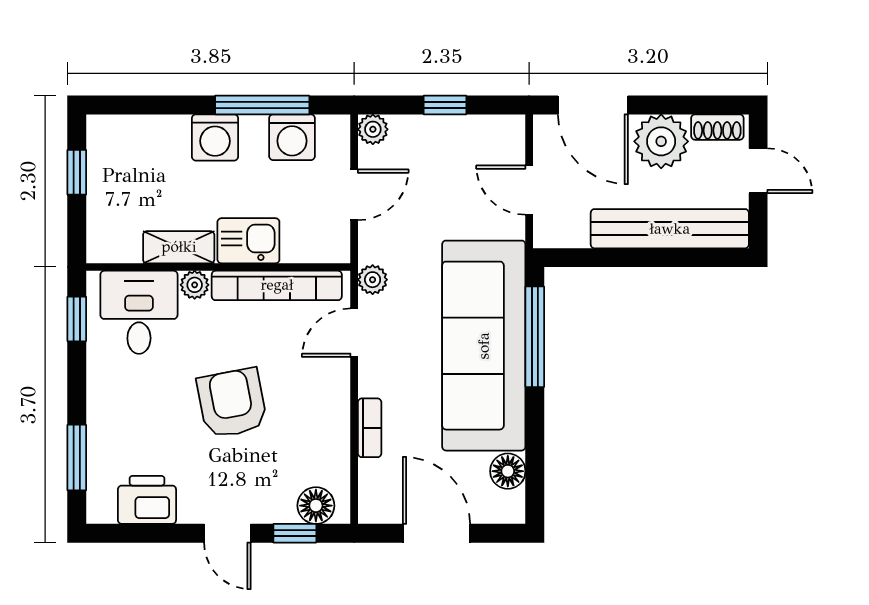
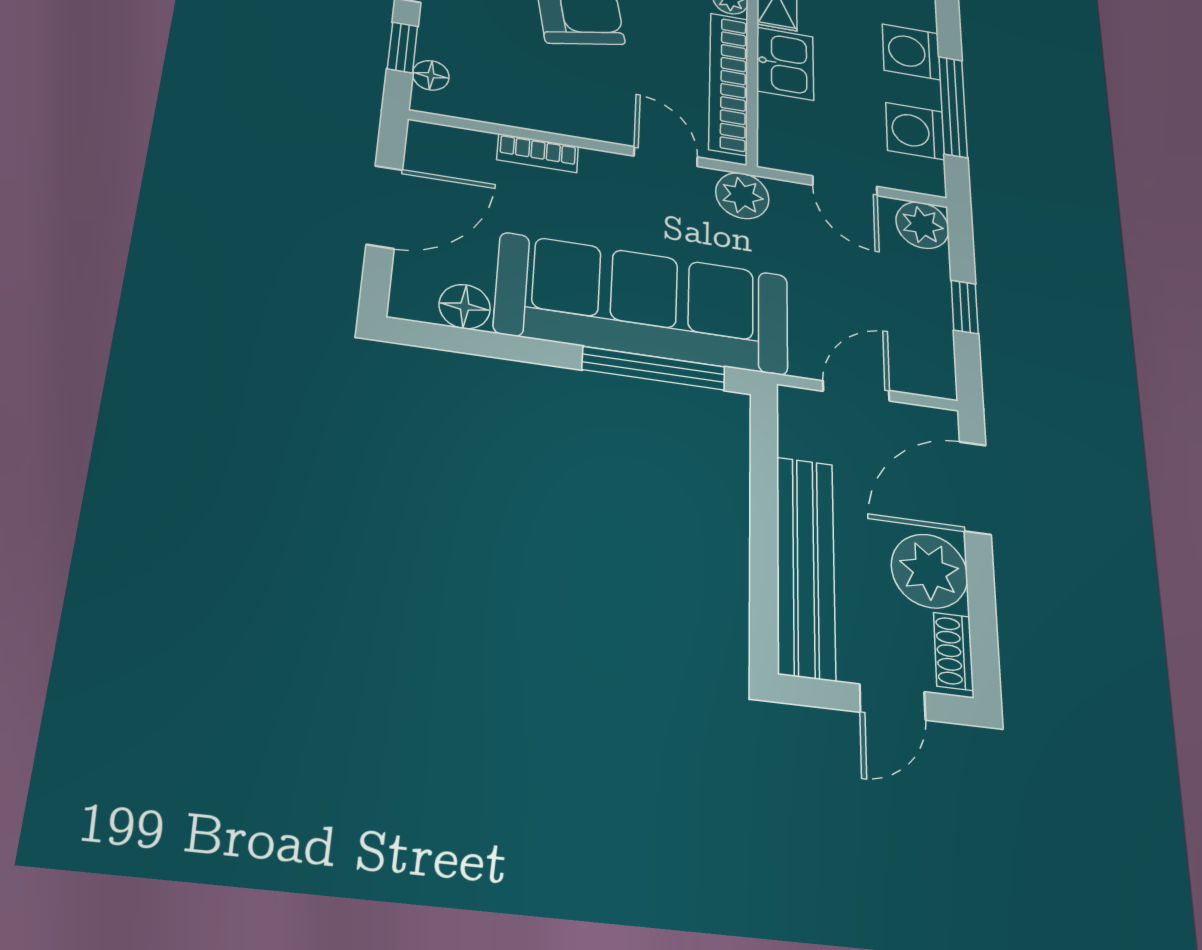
plant: (373, 129) -> (922, 225), width x1.38, depth x1.38
plant: (373, 280) -> (742, 196), width x1.38, depth x1.38
floor lamp: (316, 506) -> (431, 75), width x0.73, depth x0.73

